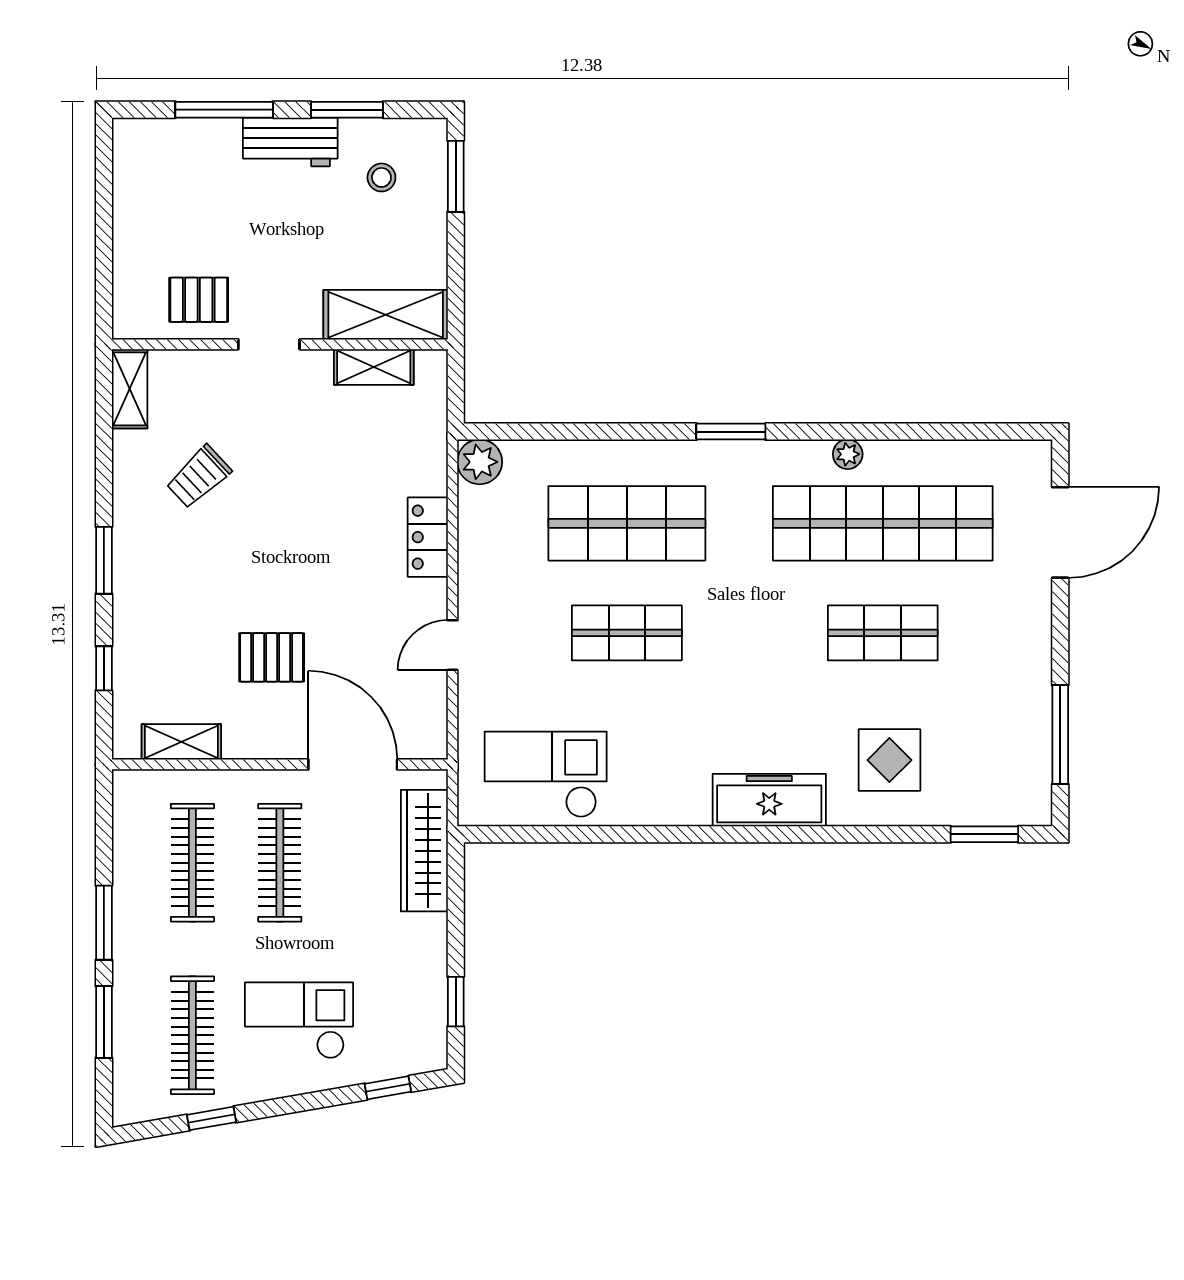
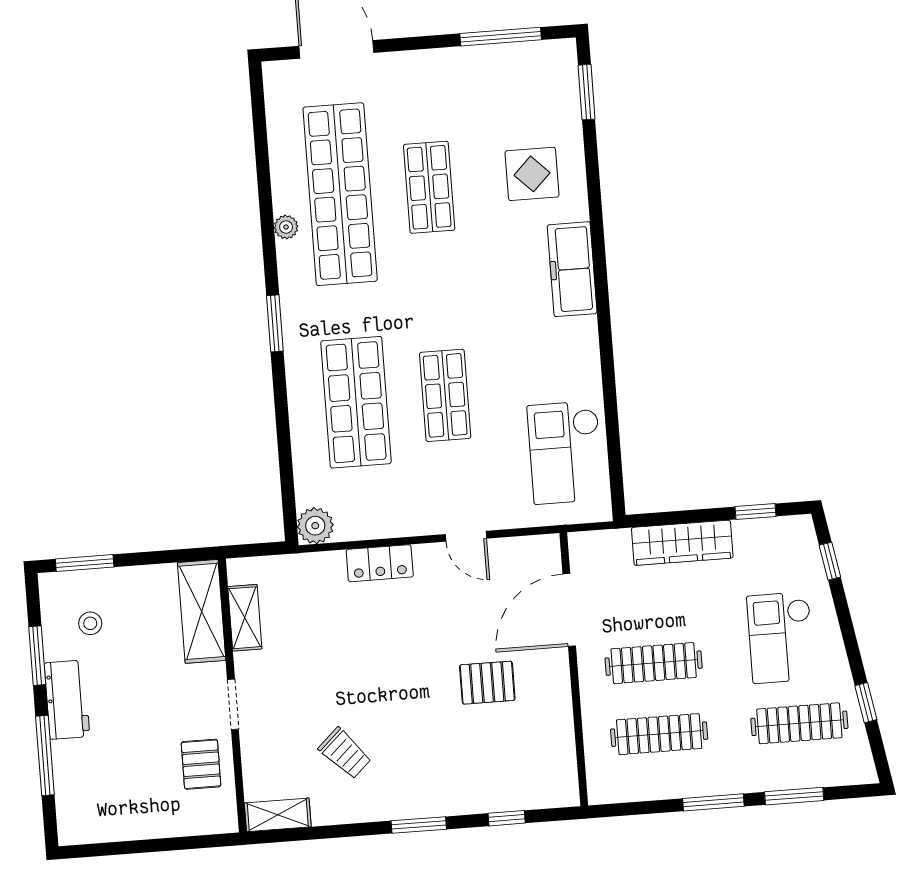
pallet: (272, 657) -> (487, 683), turned 90
shelving: (181, 742) -> (562, 751), removed
wardrobe: (424, 851) -> (682, 543), moved

